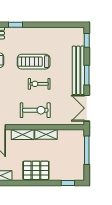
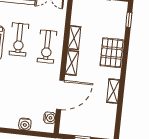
exercise bike: (39, 84) -> (19, 40), width x1.38, depth x1.39
exercise bike: (35, 110) -> (47, 47), turned 180

